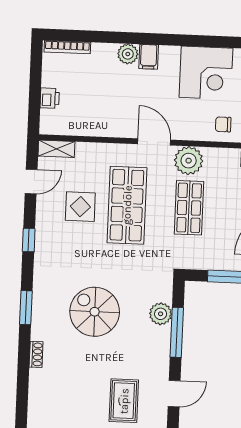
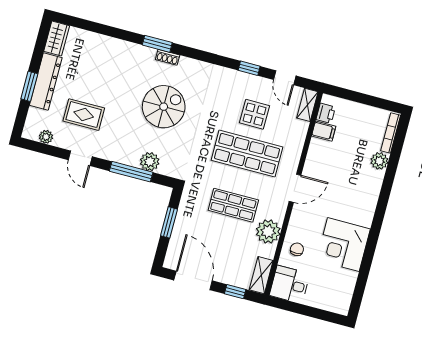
plant: (128, 54) -> (379, 161), moved
filing cabinet: (149, 57) -> (324, 131), moved, turned 180
printer: (50, 98) -> (326, 113), moved, turned -90
plant: (189, 161) -> (268, 232), moved
window: (29, 240) -> (249, 68), moved
window: (26, 308) -> (157, 44), moved
shoe rack: (36, 354) -> (168, 57), moved

